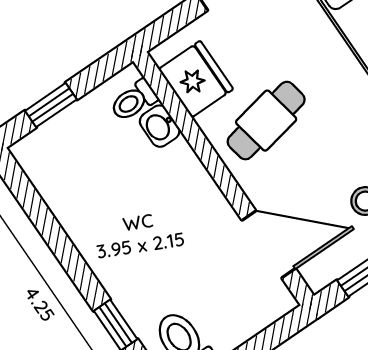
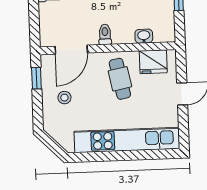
toilet: (134, 101) -> (105, 34), moved

